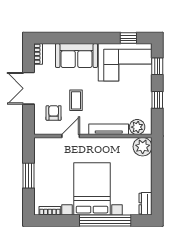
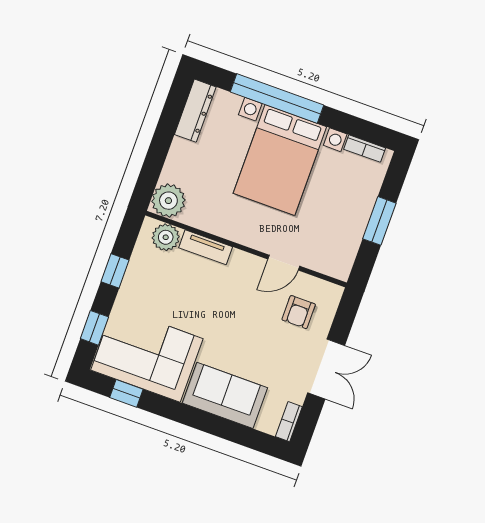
coffee table: (76, 100) -> (253, 320), removed
tv unit: (109, 129) -> (206, 247), width x0.71
dresser: (146, 204) -> (195, 111), width x1.44

